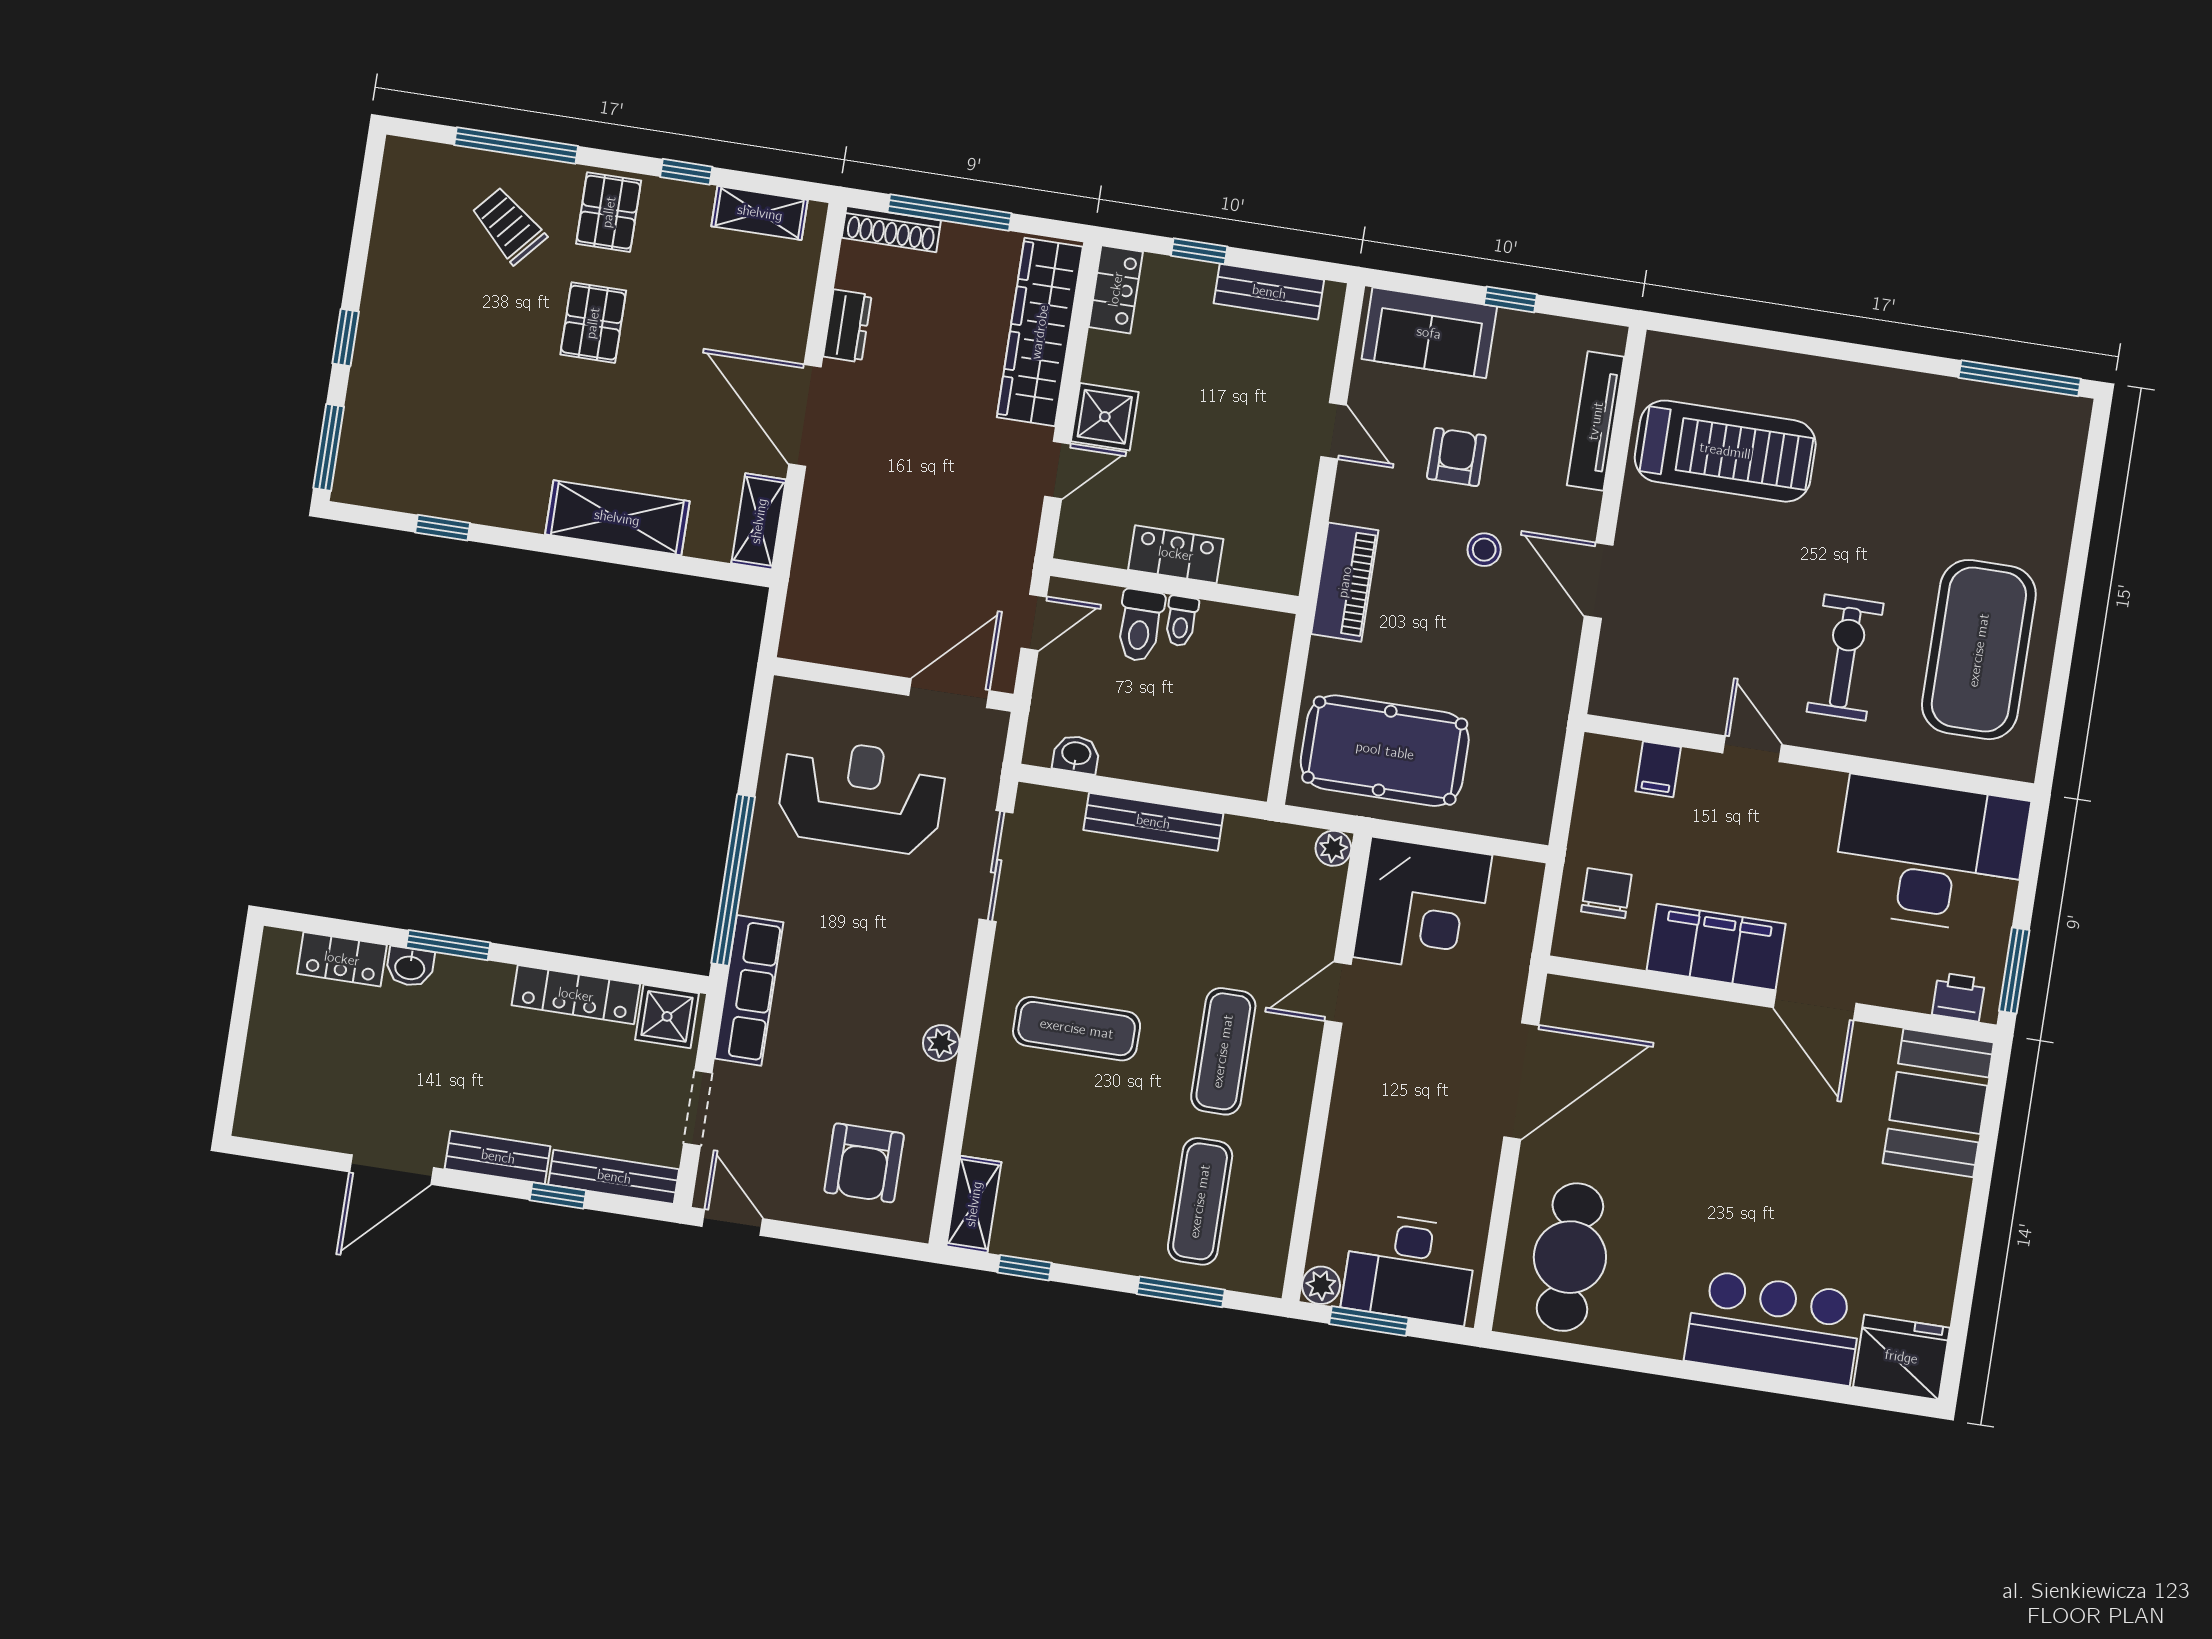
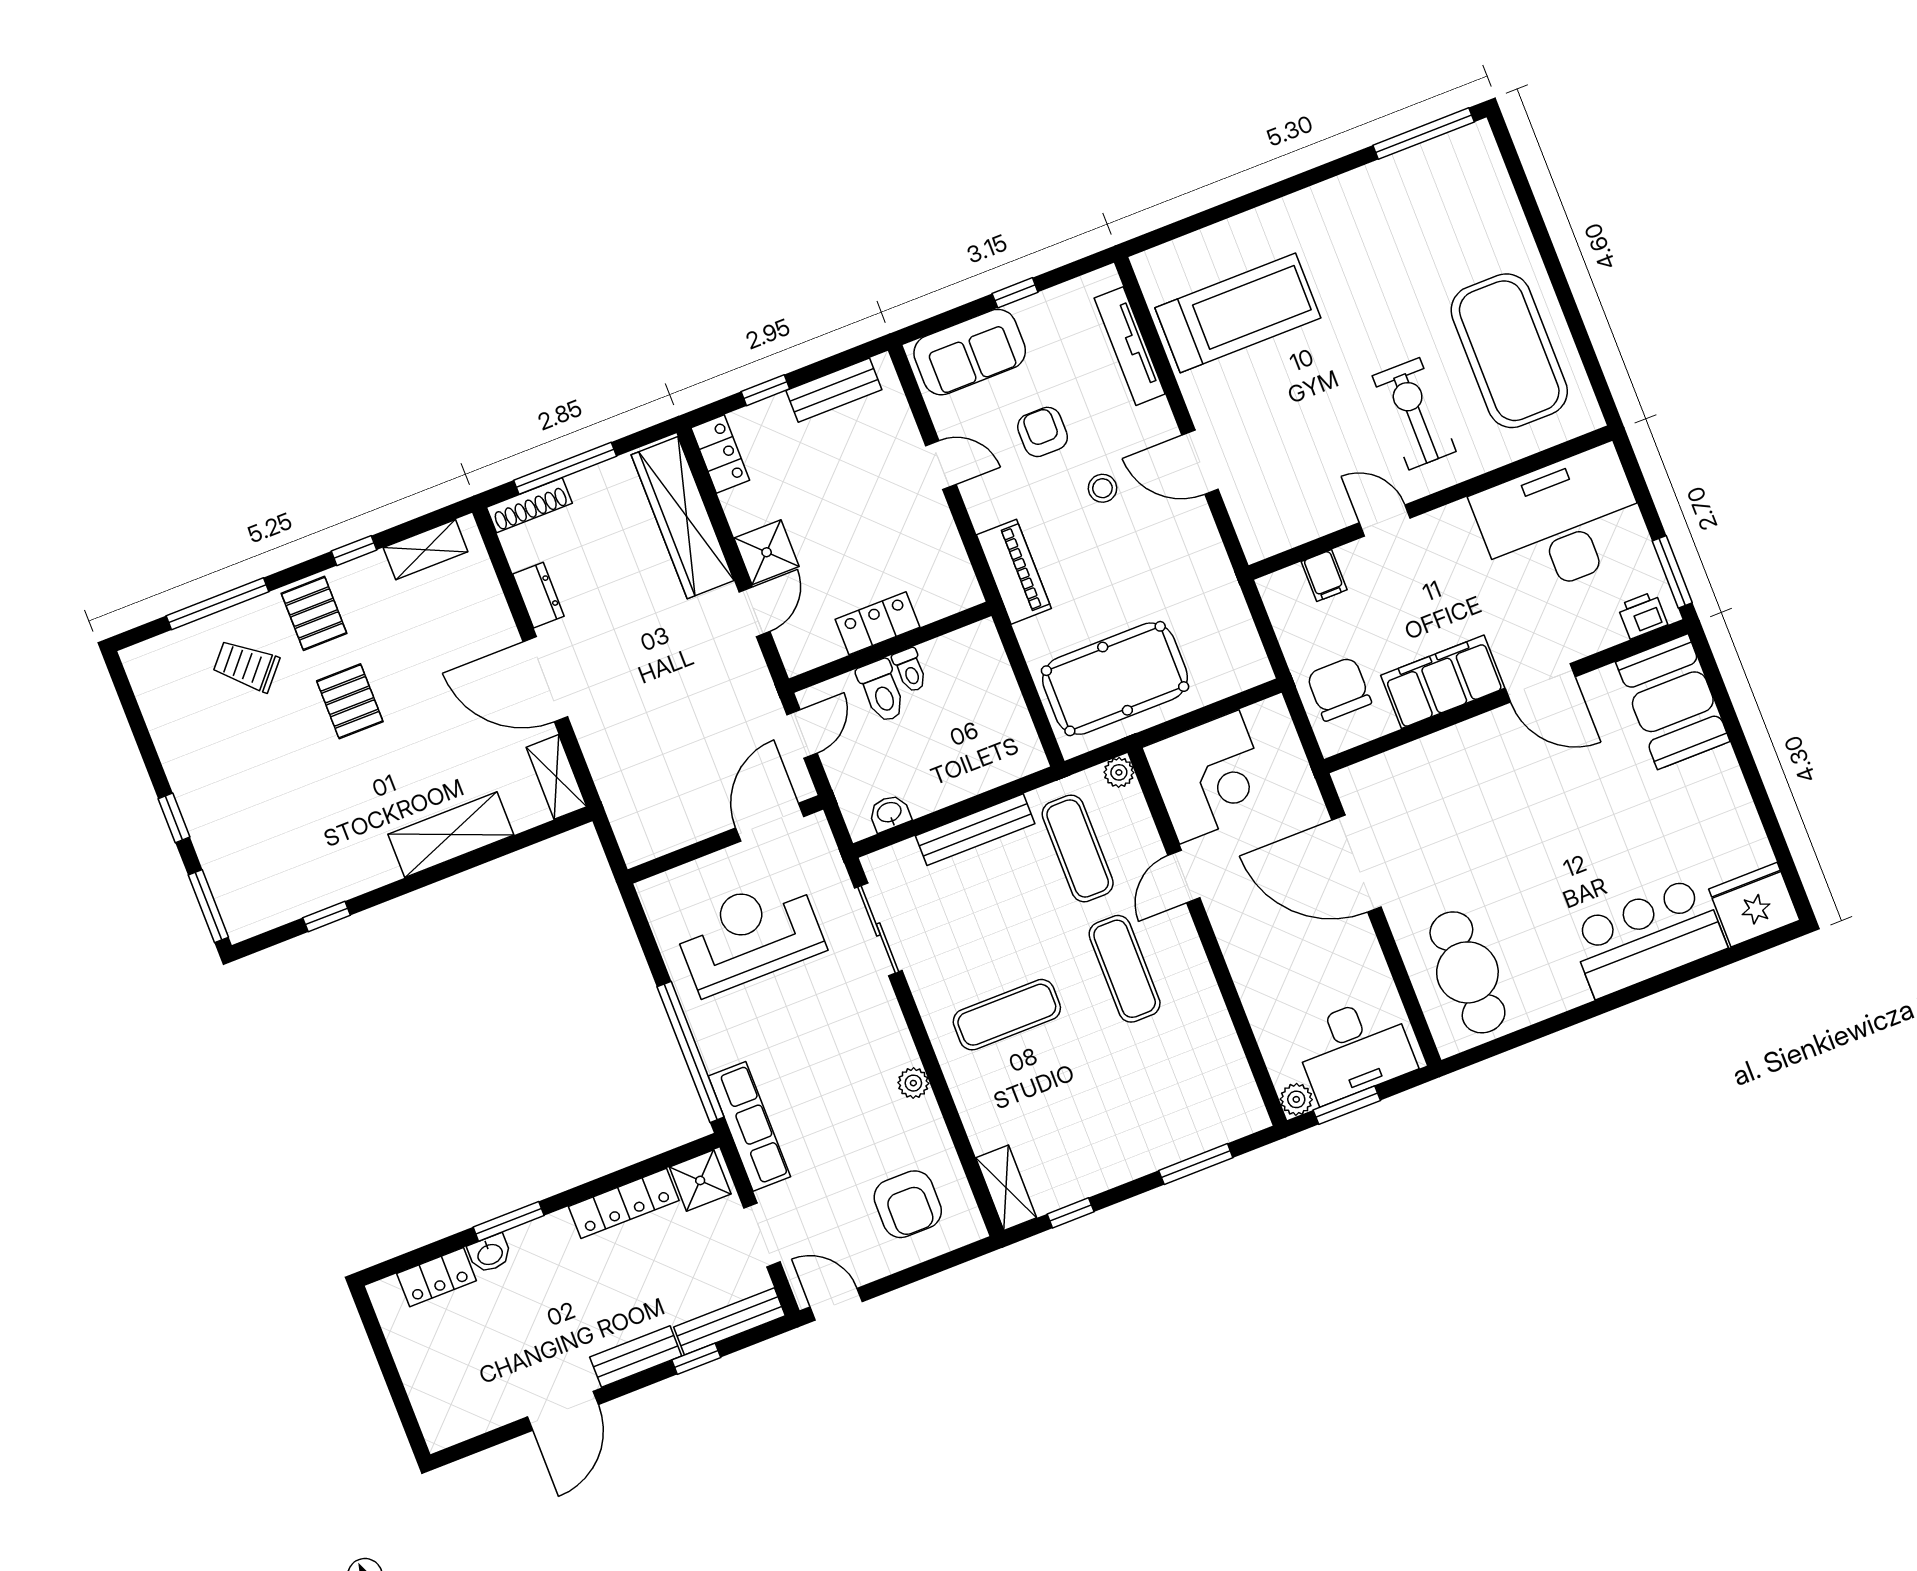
chair: (1606, 893) -> (1339, 689), width x1.37, depth x1.37
door: (1521, 1081) -> (1356, 864), swing flipped
exercise mat: (1200, 1201) -> (1078, 848), moved

